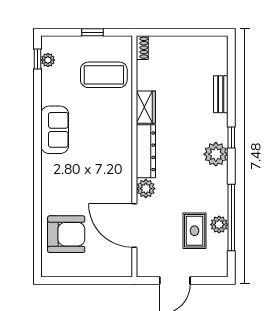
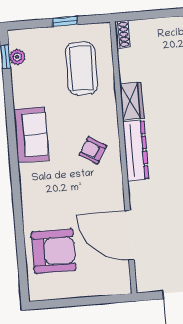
coffee table: (104, 75) -> (82, 68), turned 90
armchair: (108, 148) -> (93, 150), added
plant: (146, 189) -> (139, 193), removed

